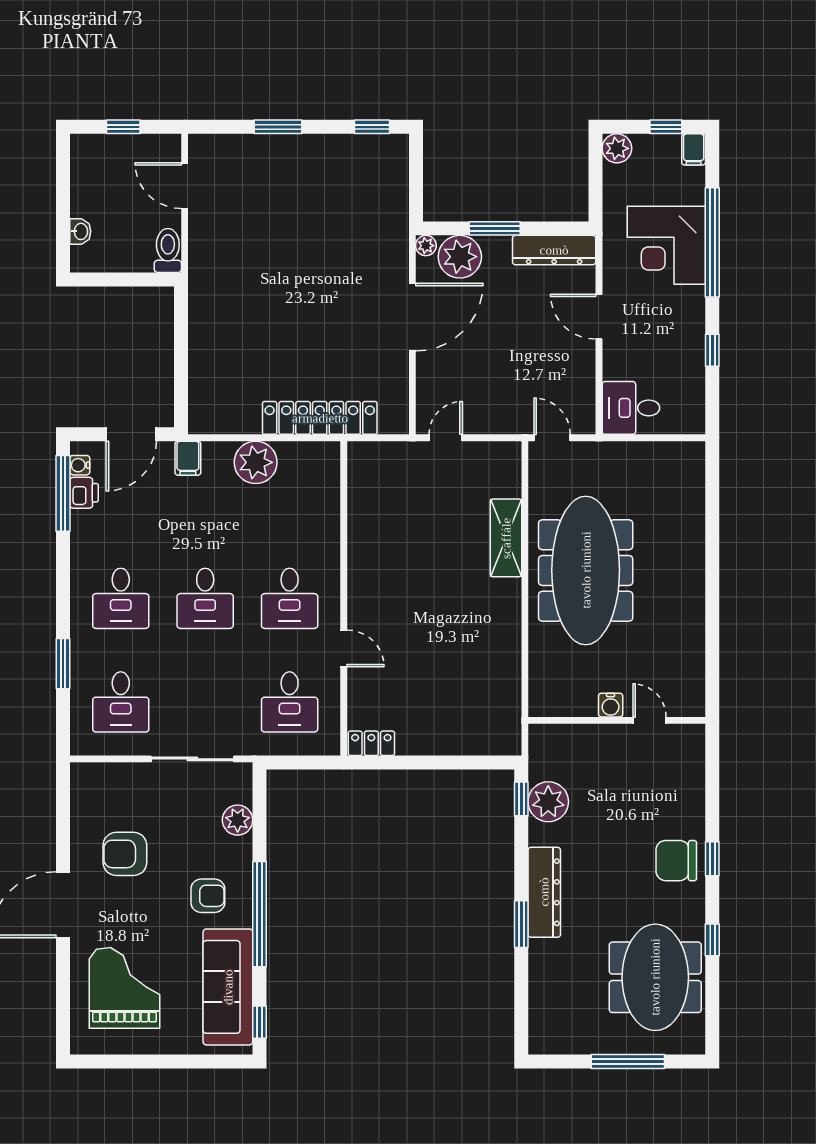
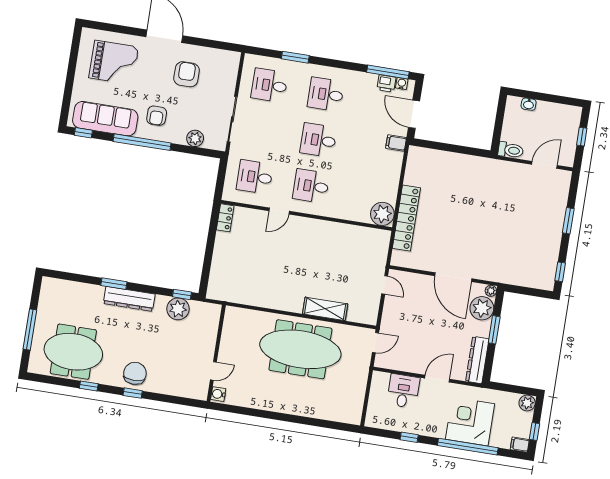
desk: (631, 408) -> (403, 391), moved
plant: (256, 462) -> (382, 214), moved
water cooler: (611, 705) -> (218, 394), moved

